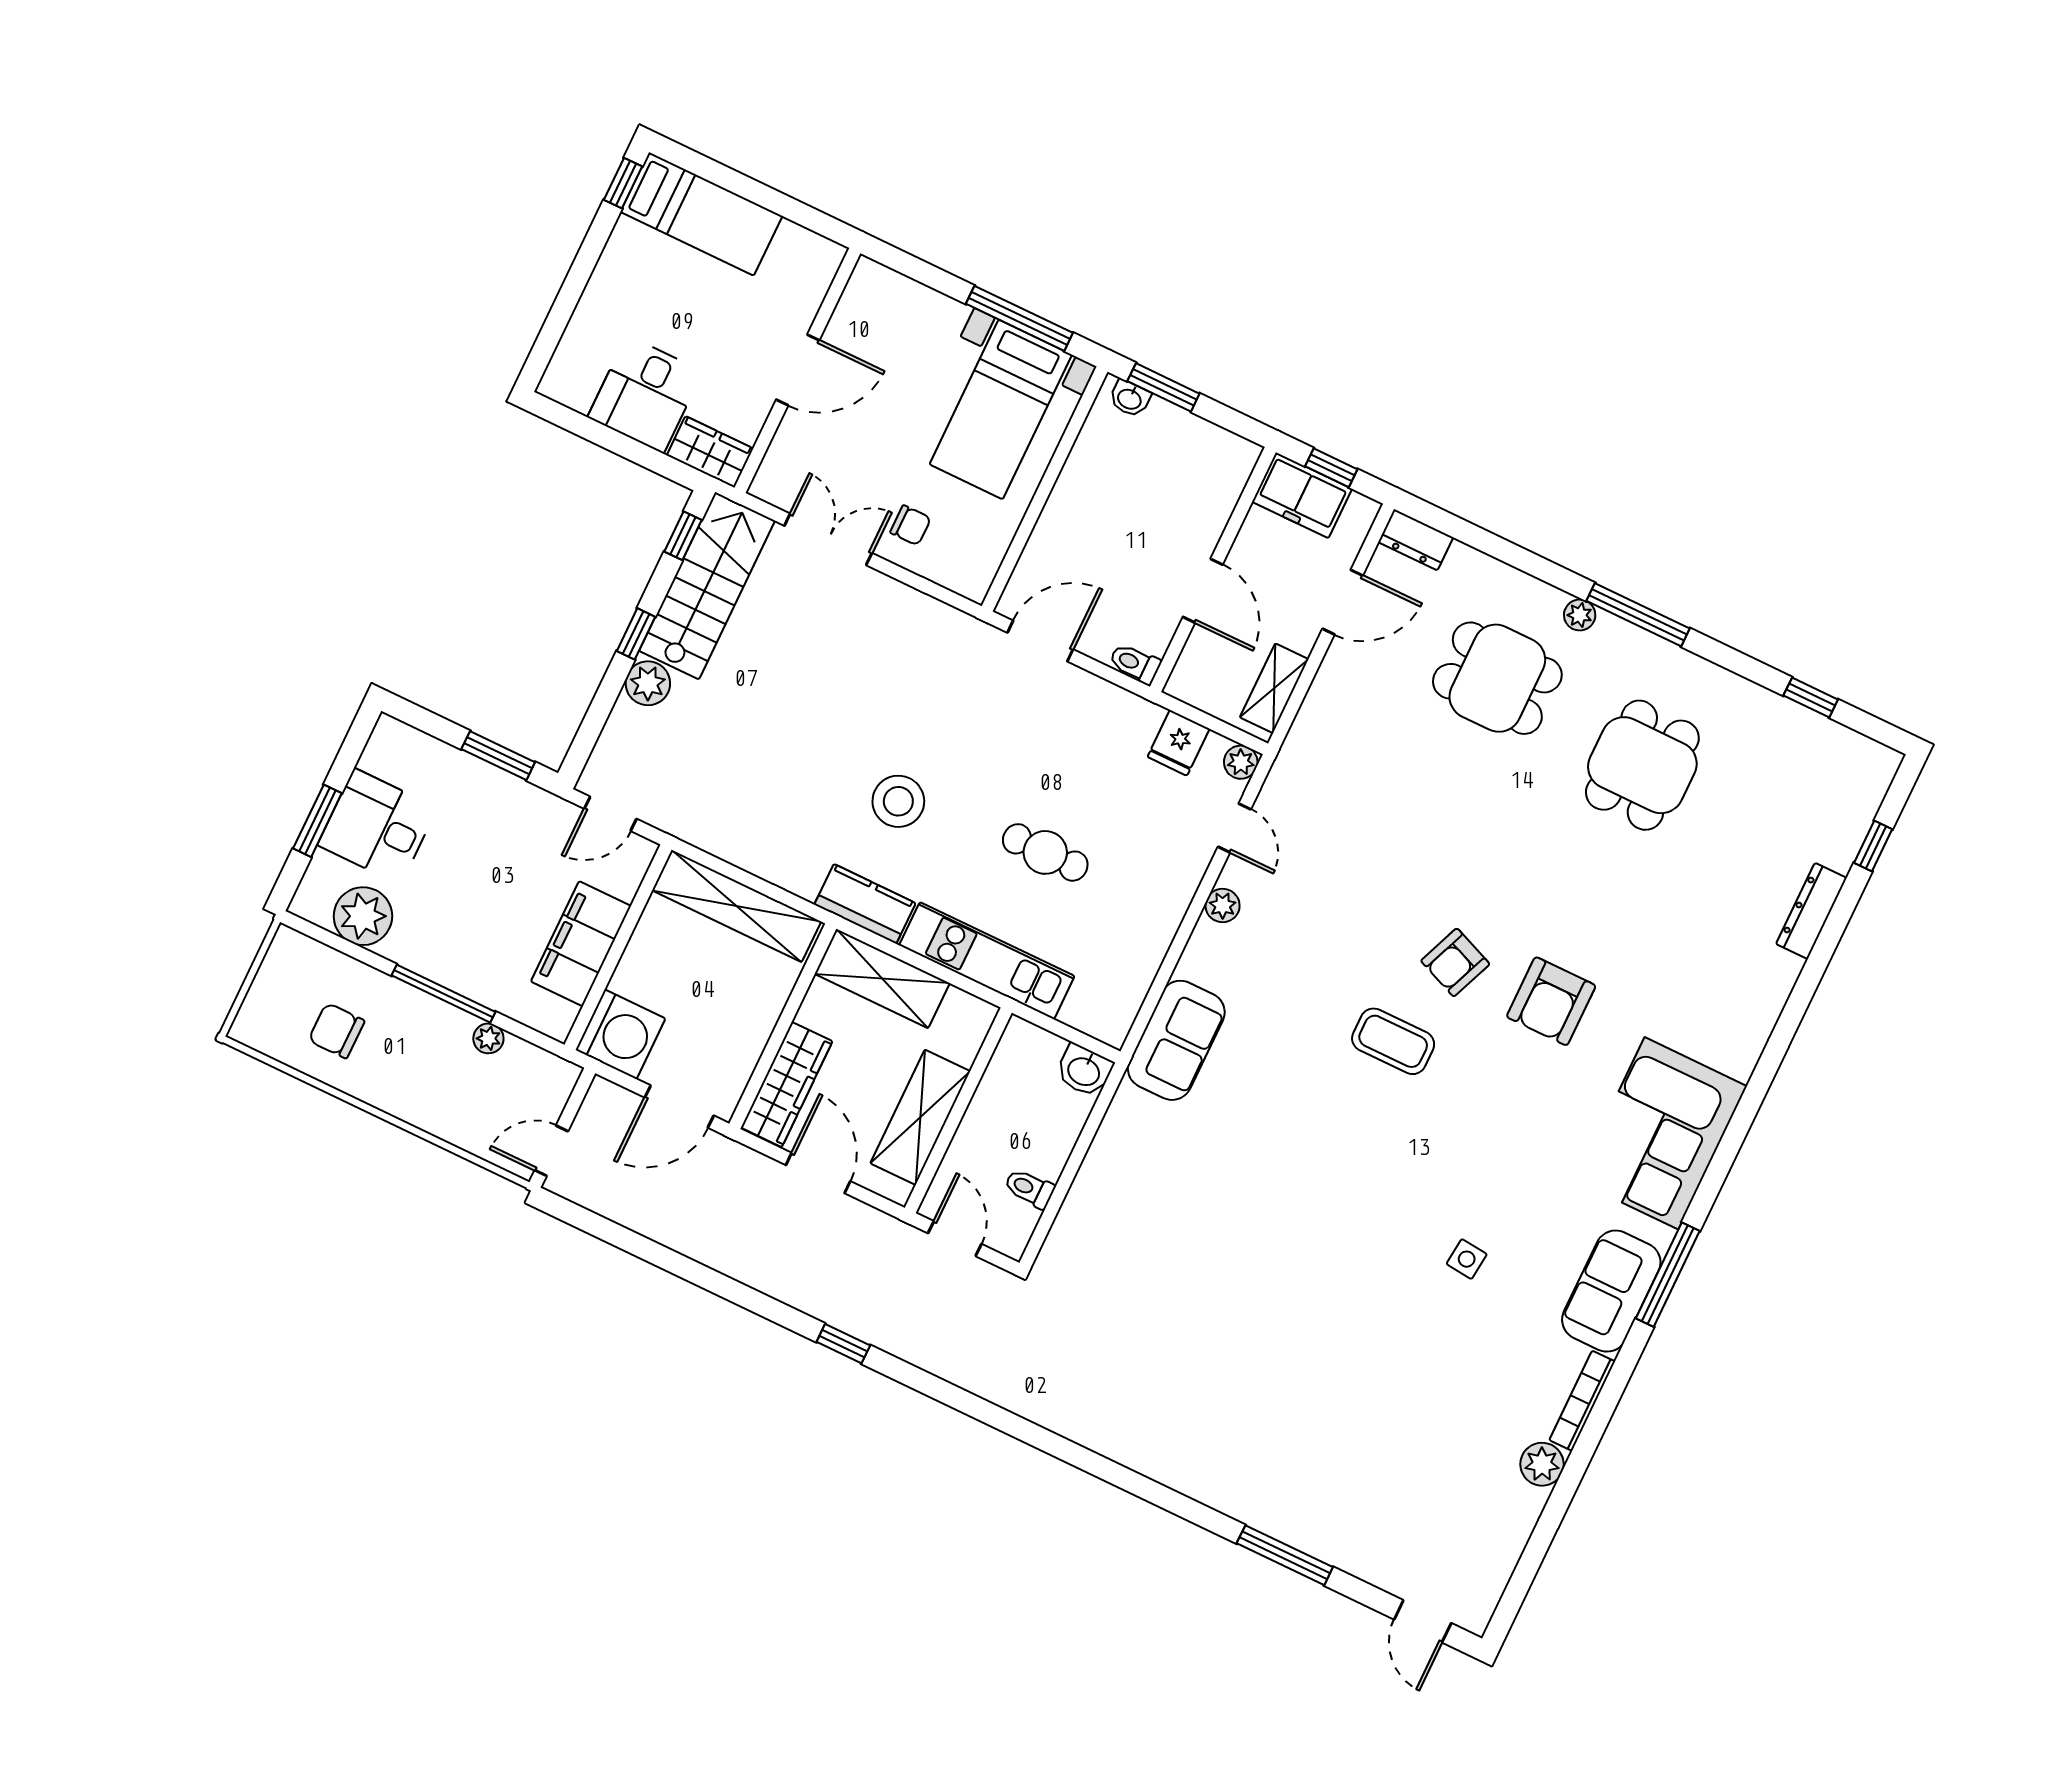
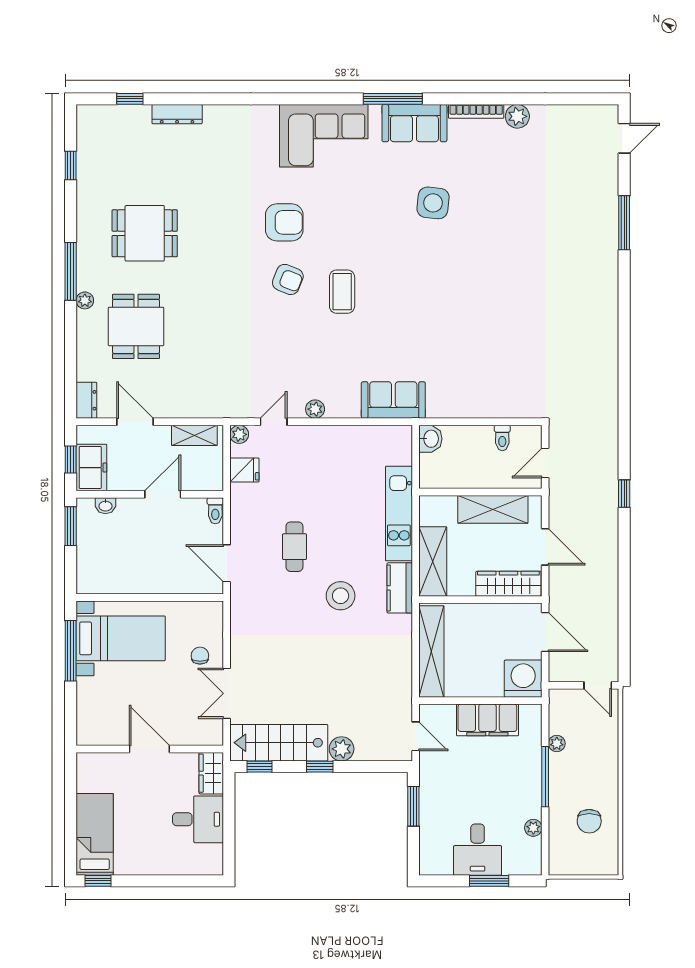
window: (1163, 387) -> (71, 526), moved
washbasin: (1130, 398) -> (105, 506), moved, turned 90
cafe table: (1045, 852) -> (294, 547), moved
plant: (363, 916) -> (533, 828), width x0.53, depth x0.53
door: (818, 1173) -> (545, 547), swing flipped
side table: (1467, 1259) -> (433, 203), width x1.87, depth x1.87

